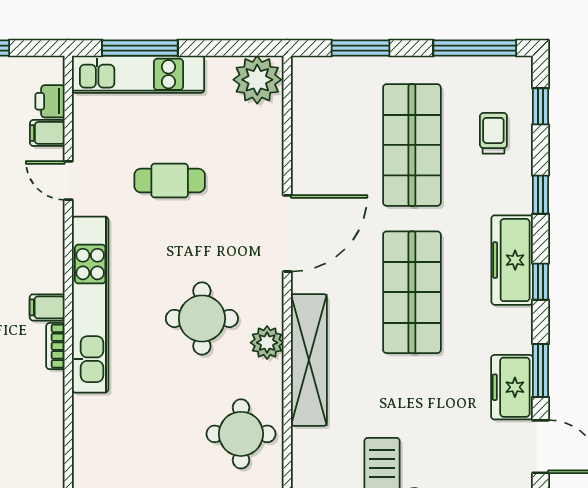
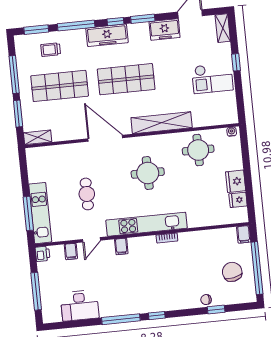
window: (475, 48) -> (14, 74), moved
plant: (257, 80) -> (37, 159), removed
shelving: (304, 86) -> (38, 137), added
printer: (50, 101) -> (43, 254), moved, turned -90
window: (541, 106) -> (36, 30), width x1.50
window: (541, 195) -> (76, 26), width x2.17
filing cabinet: (47, 307) -> (121, 246), moved
plant: (267, 343) -> (156, 142), removed
window: (541, 371) -> (143, 19), moved

